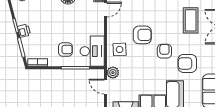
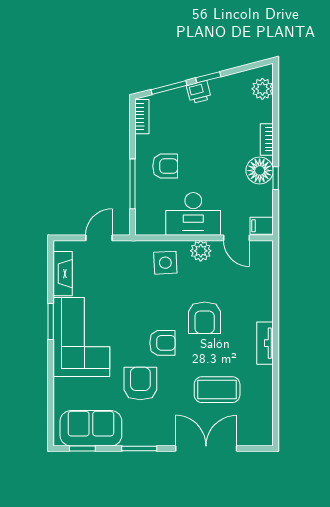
armchair: (142, 35) -> (205, 318), moved
armchair: (65, 50) -> (165, 166), turned -90
desk: (92, 51) -> (193, 214), moved
plant: (113, 73) -> (201, 251), moved

